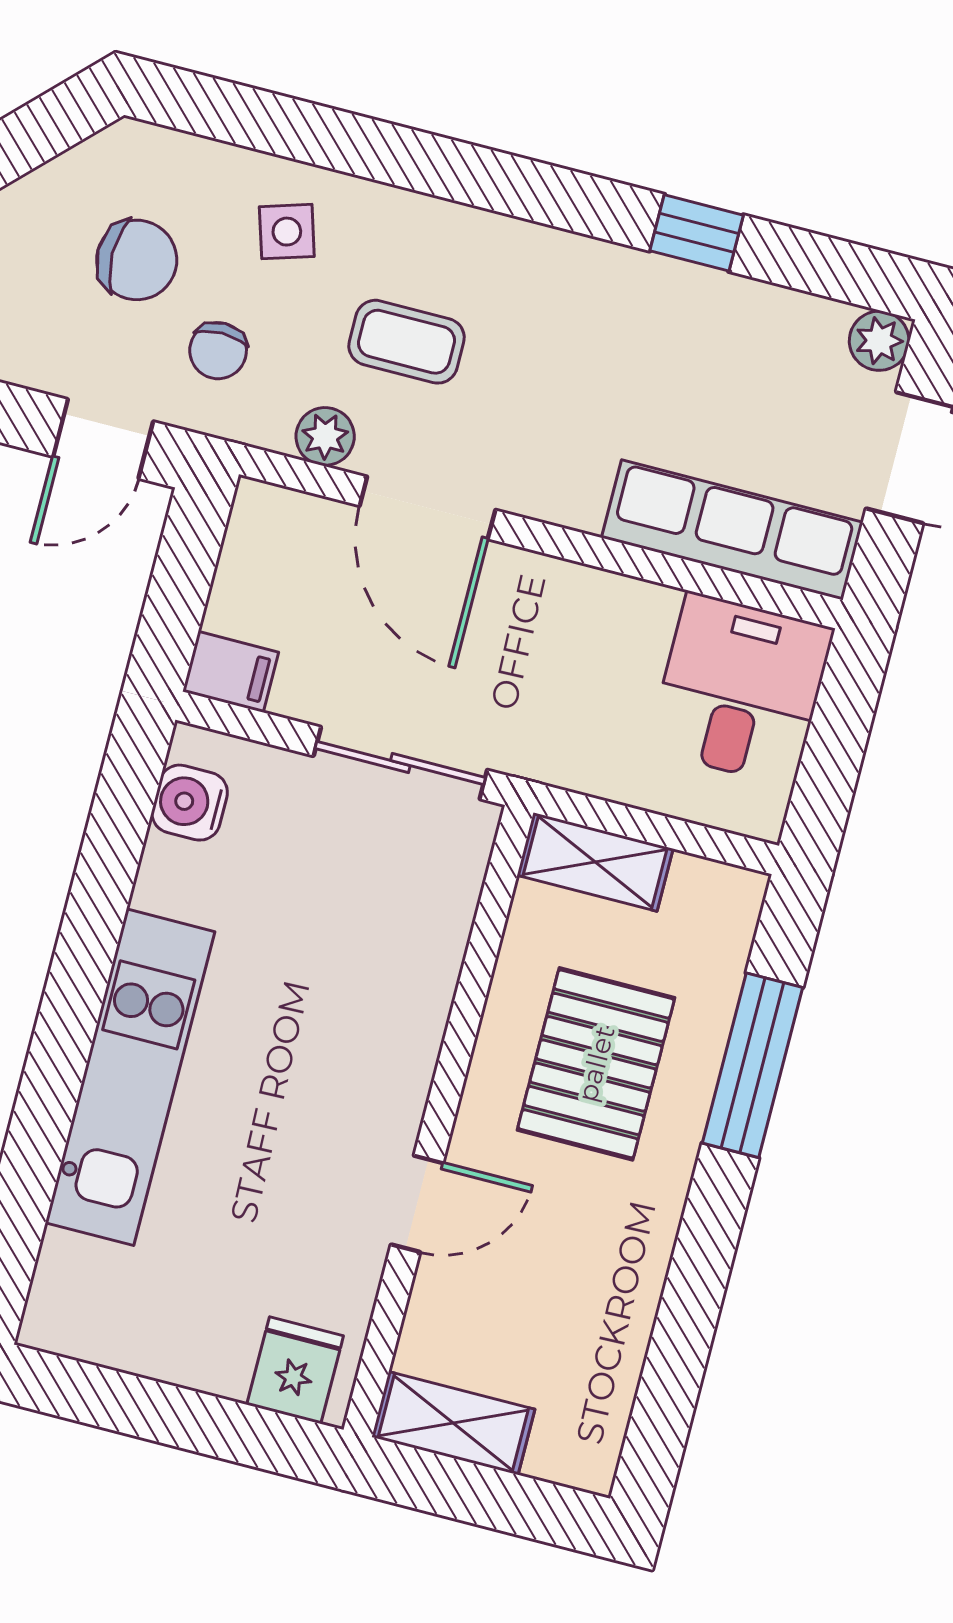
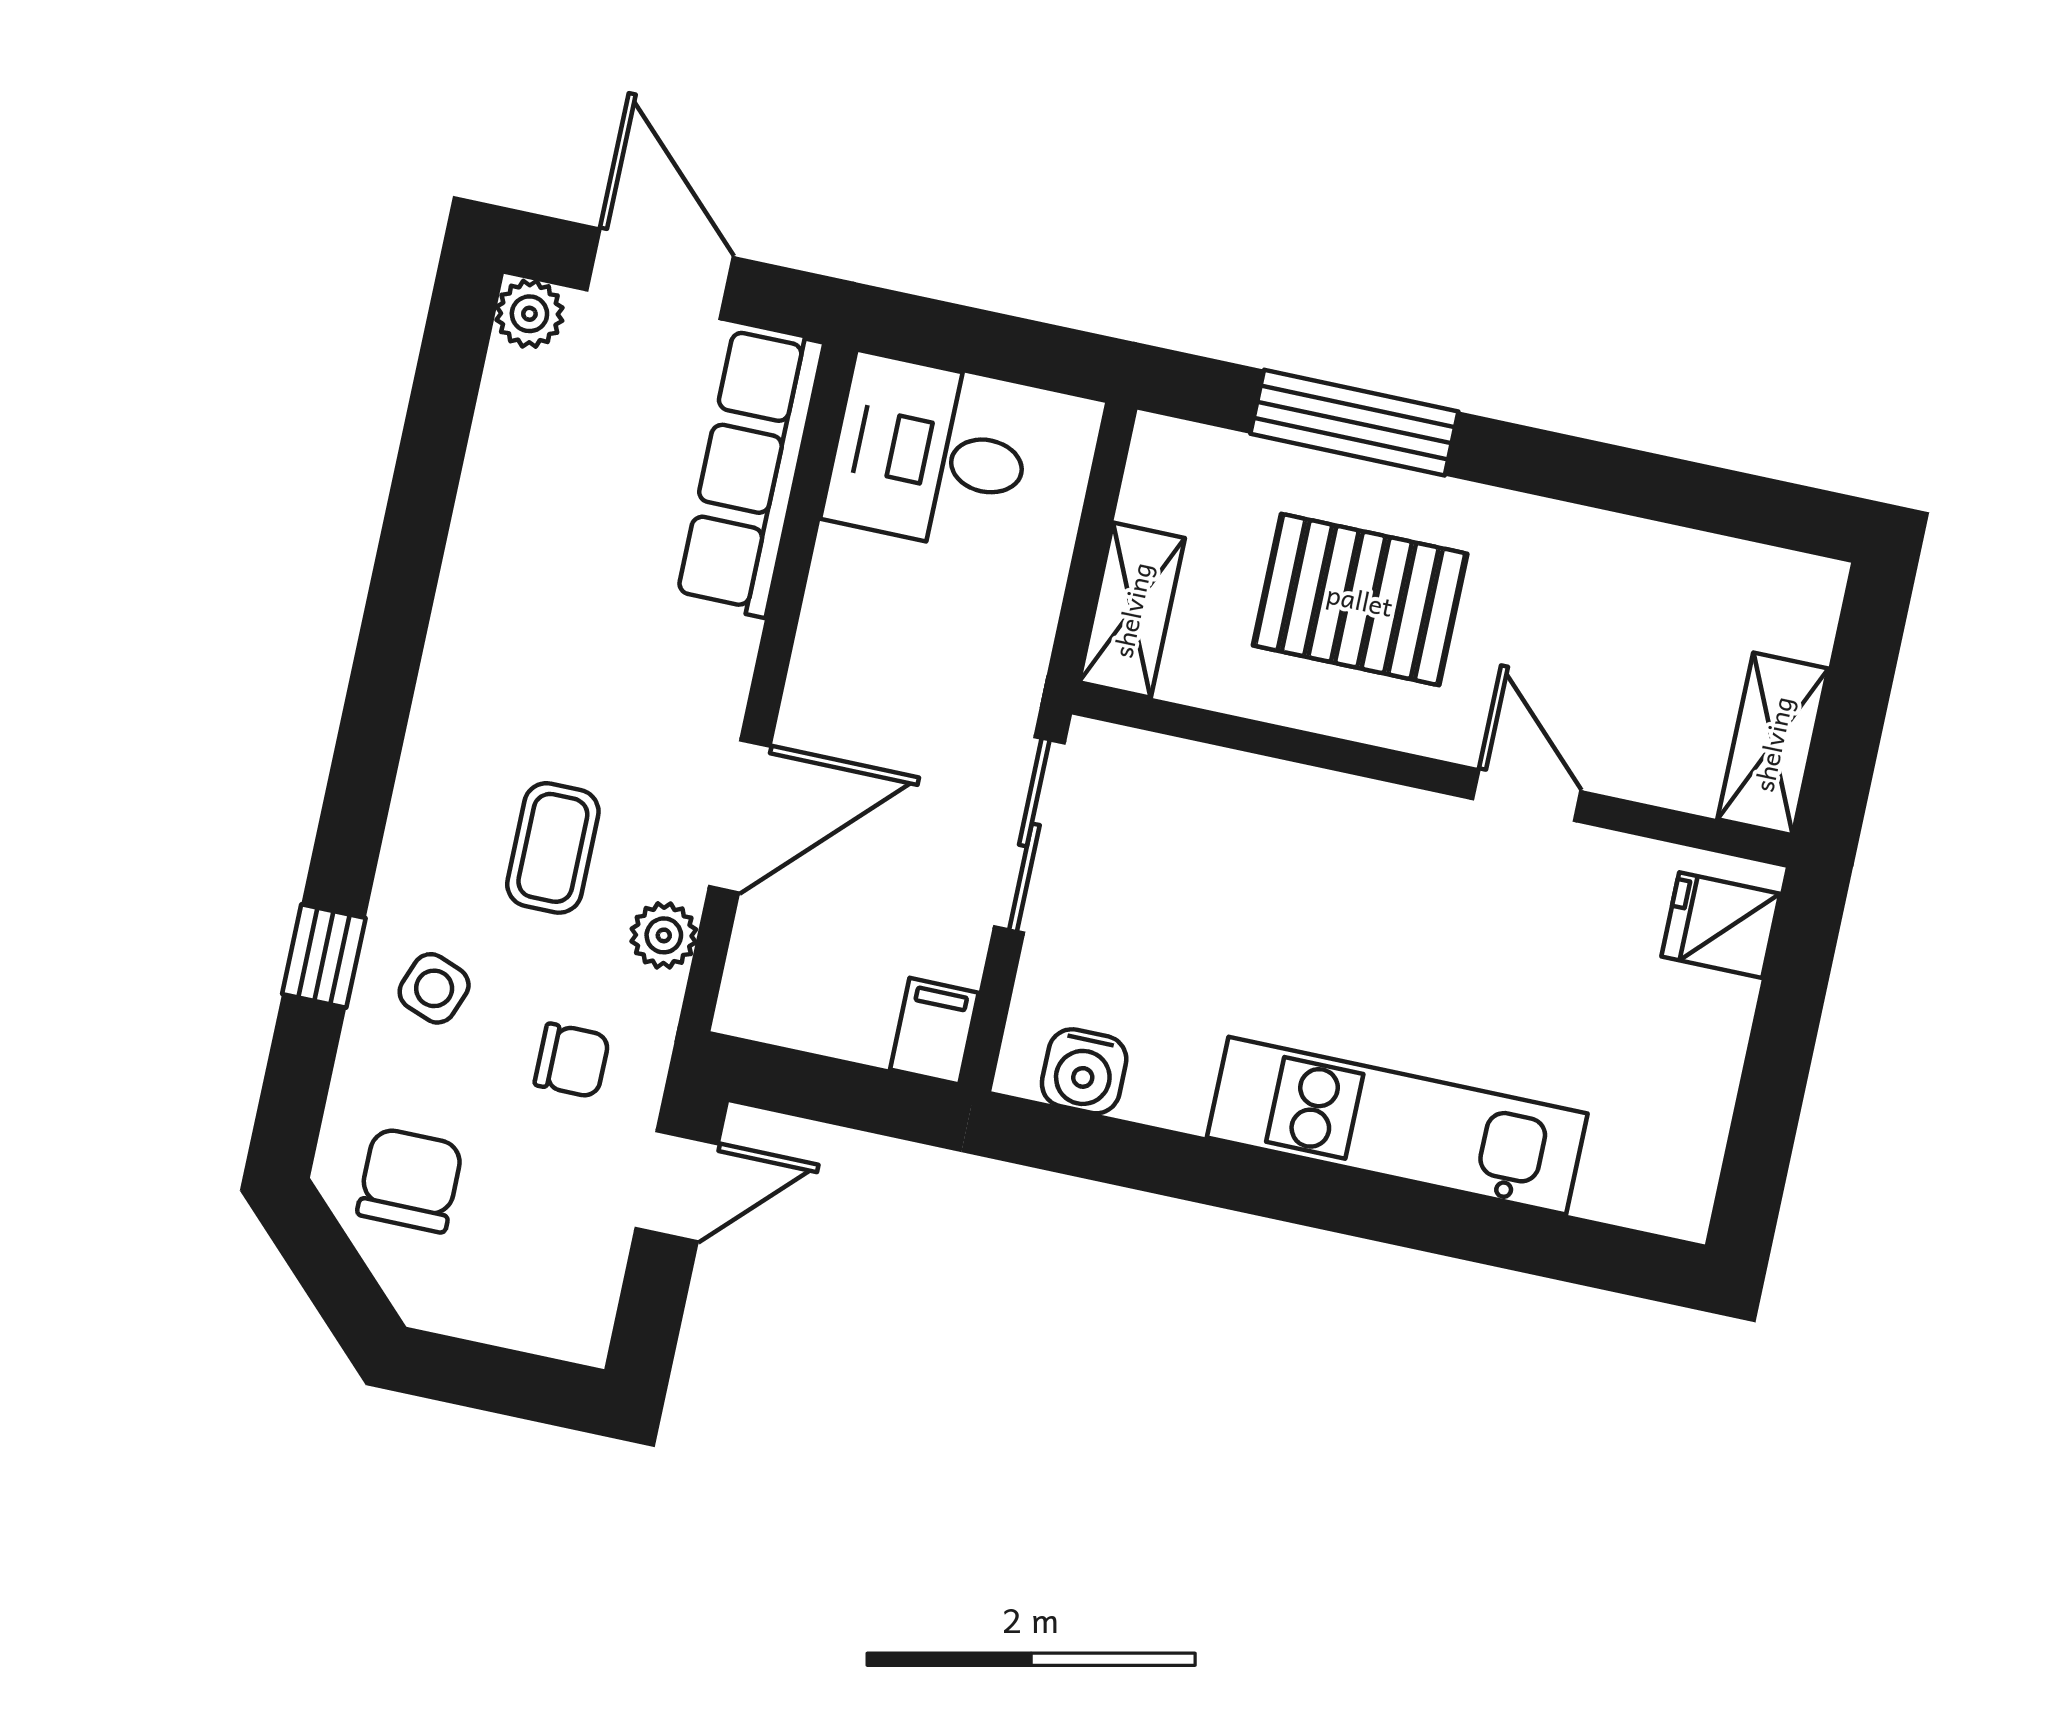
side table: (287, 232) -> (434, 988), turned 38
window: (697, 233) -> (324, 956), moved
chair: (137, 260) -> (410, 1180), moved
door: (103, 439) -> (677, 1186), hinge flipped

